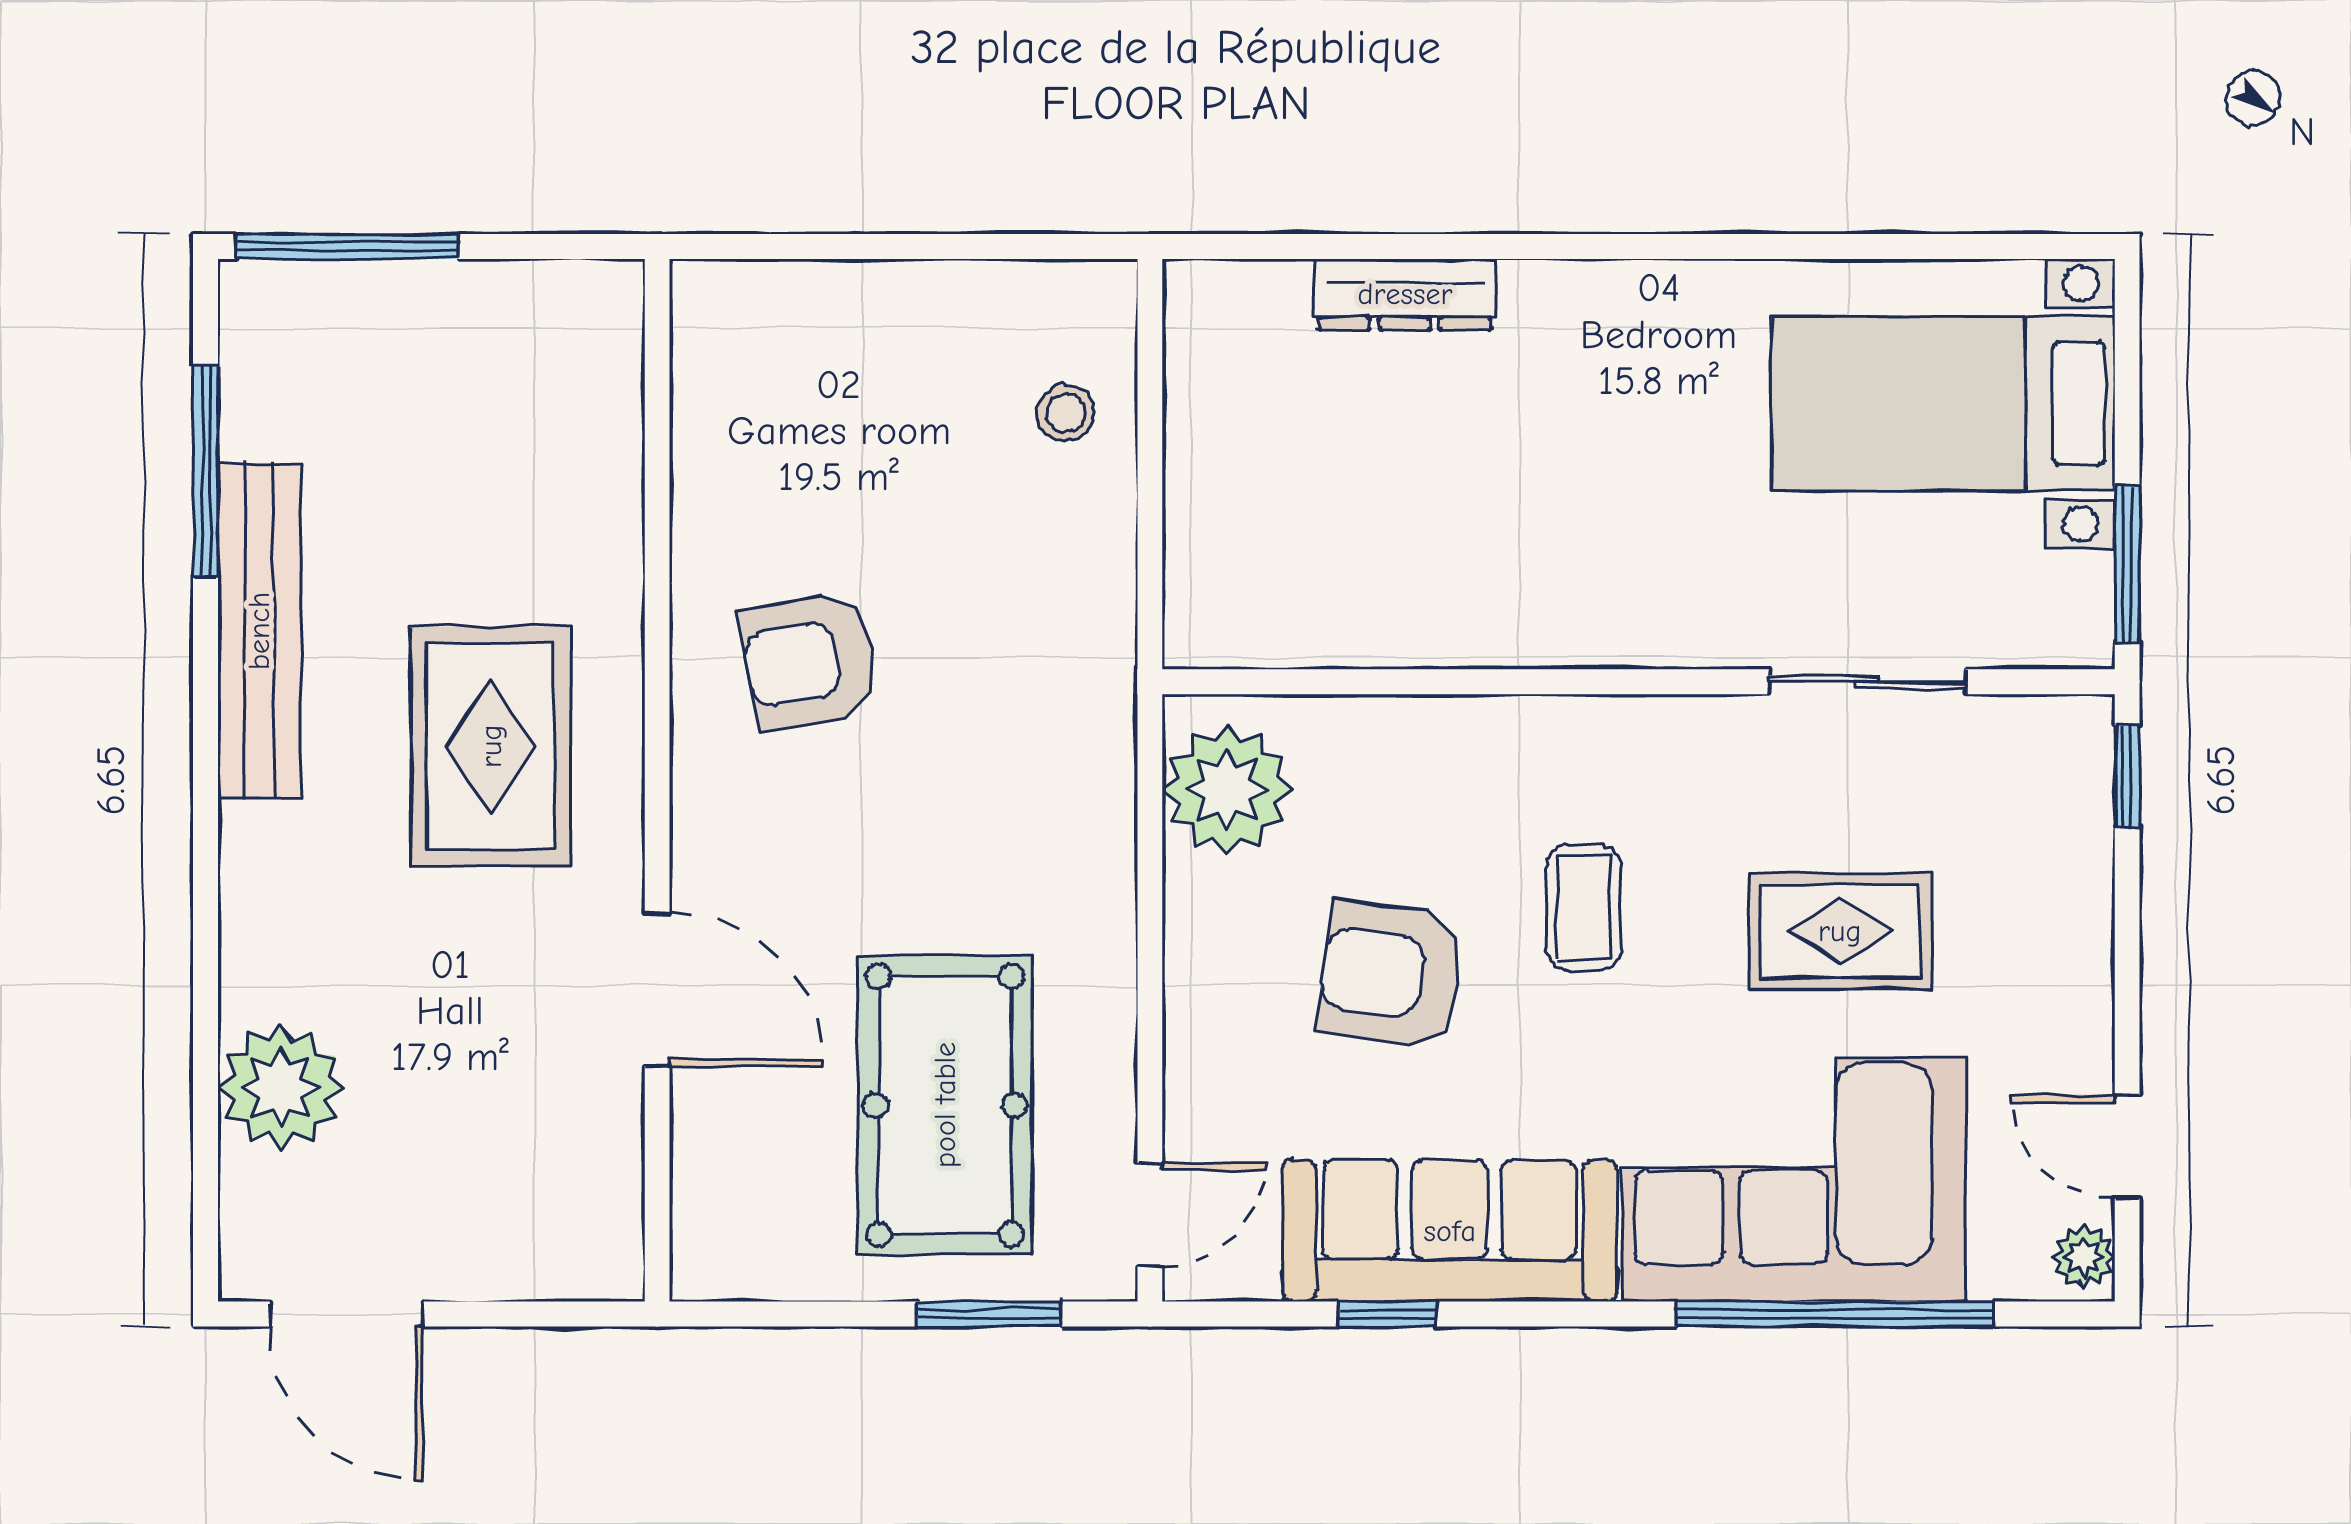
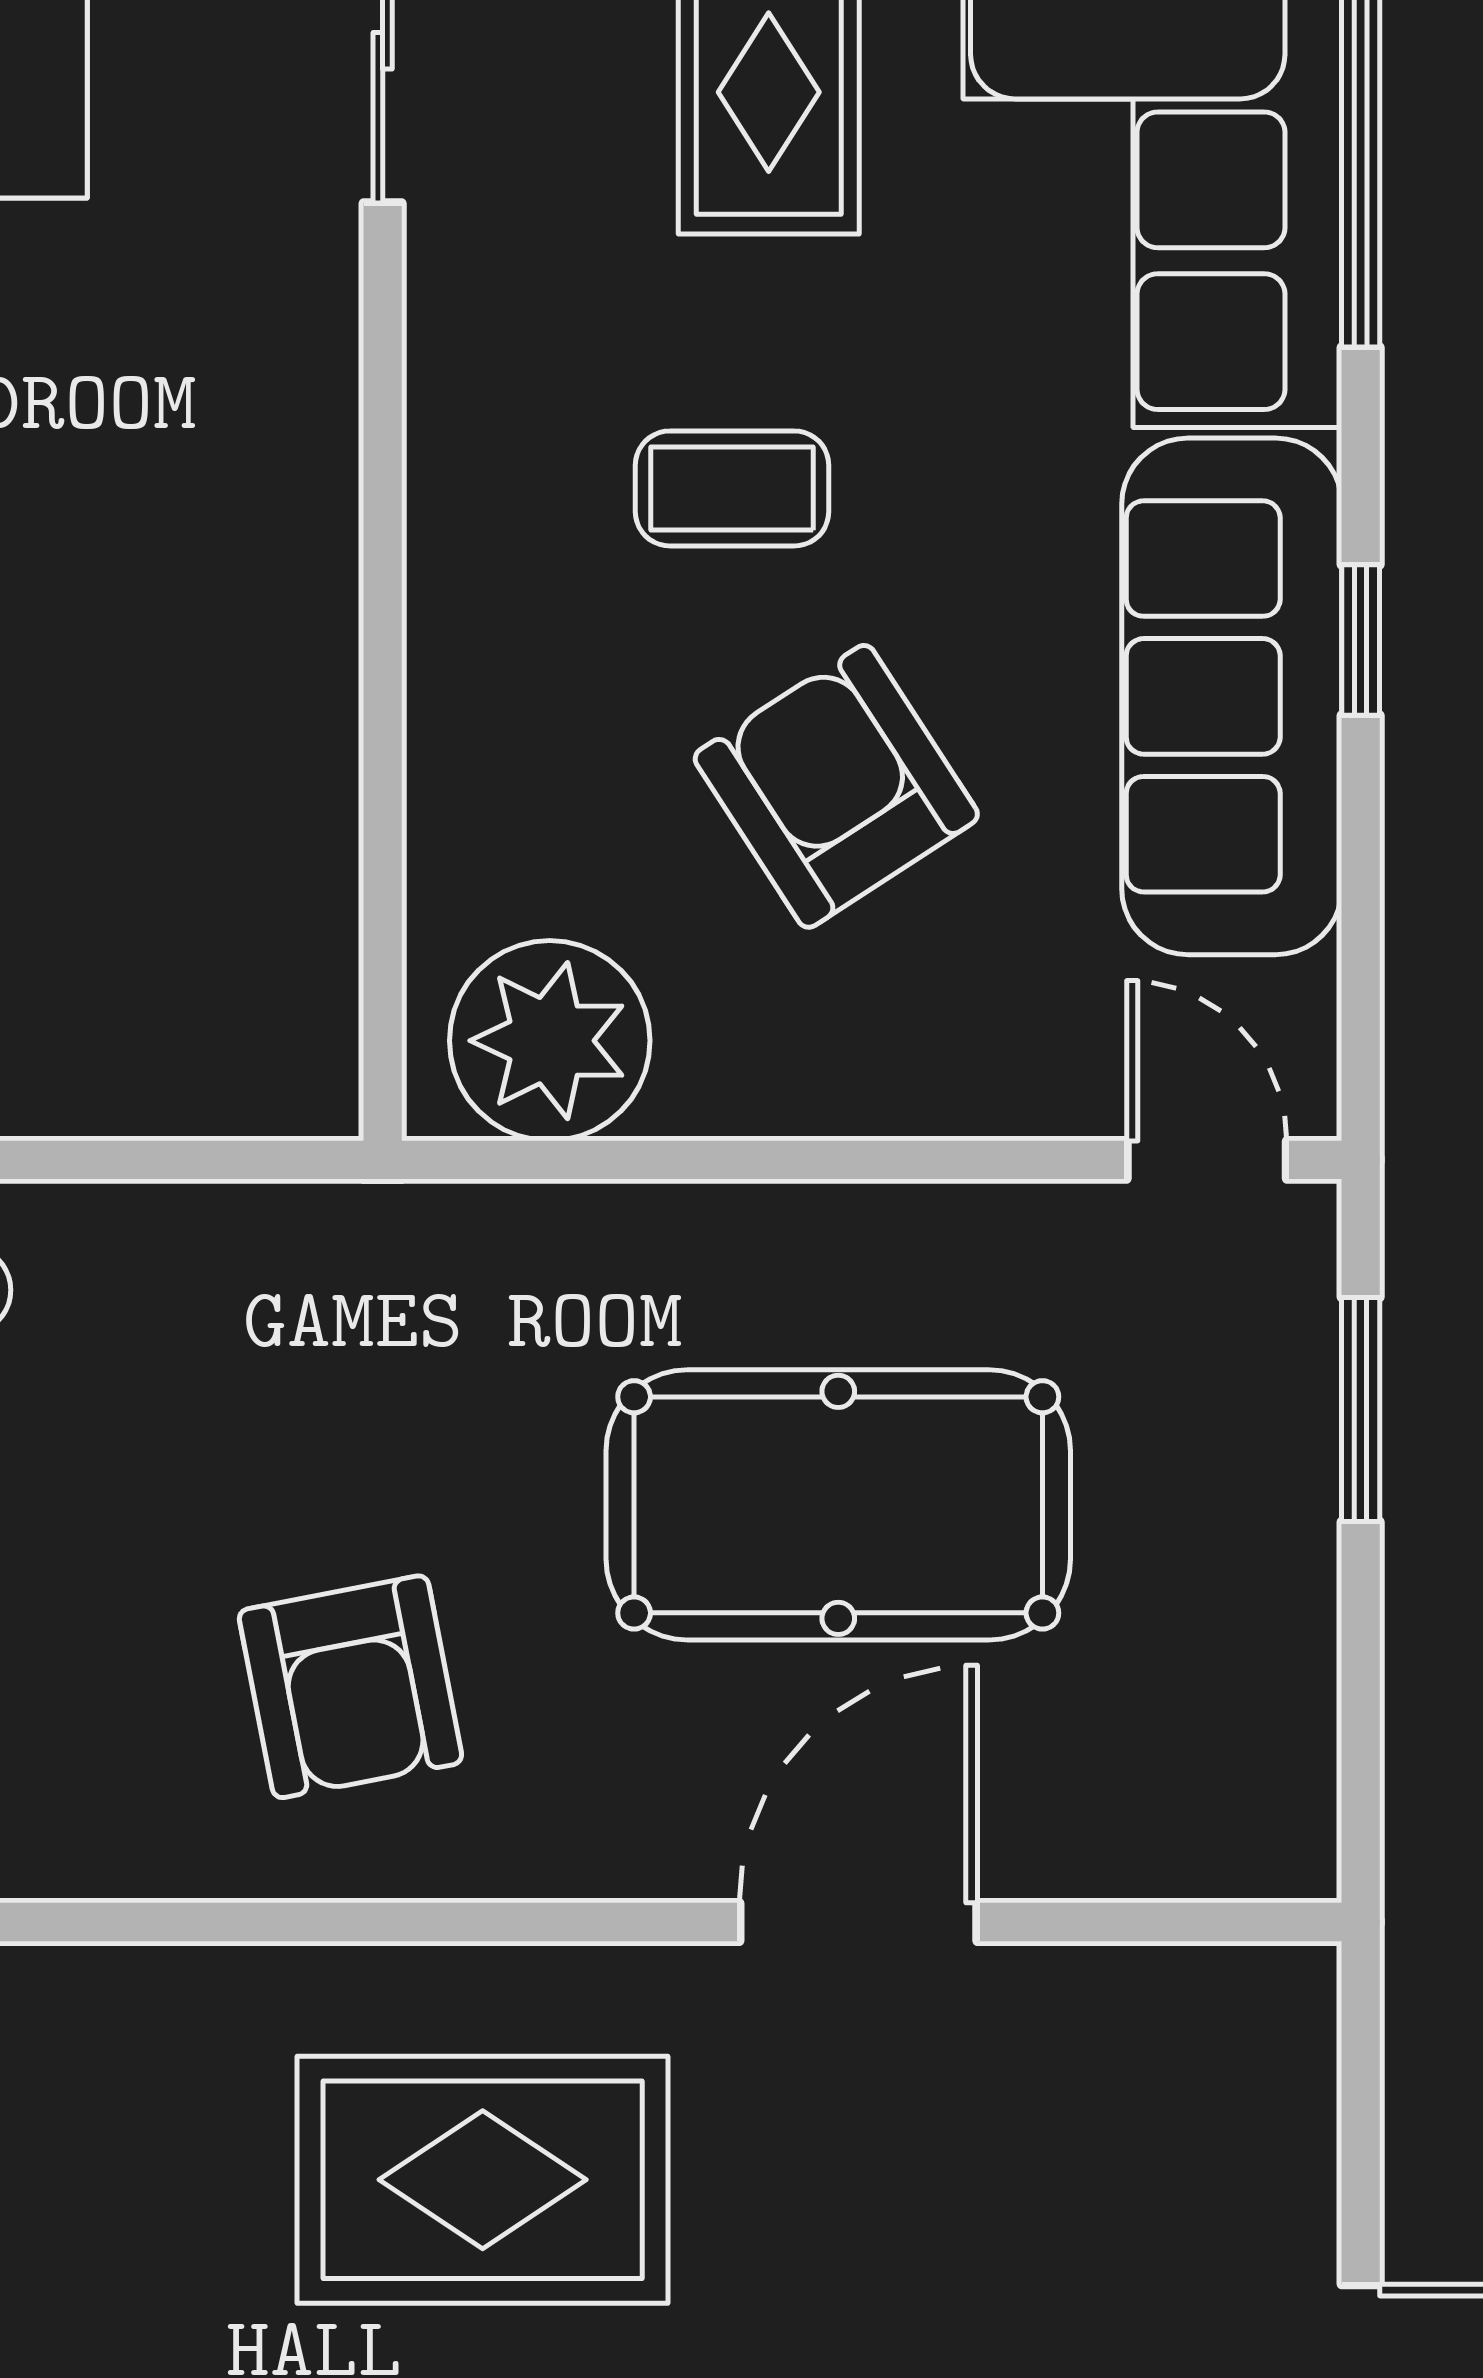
armchair: (1391, 975) -> (836, 786), turned 139
pool table: (945, 1105) -> (838, 1505), moved
window: (1387, 1314) -> (1361, 640), moved

